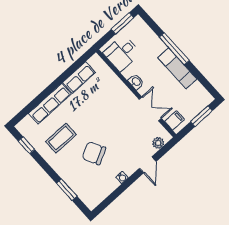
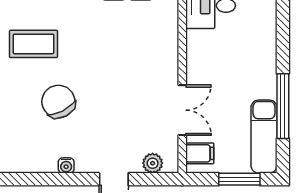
window: (174, 49) -> (283, 106), moved
exam couch: (177, 68) -> (264, 137), moved
washbasin: (136, 82) -> (195, 59), removed

